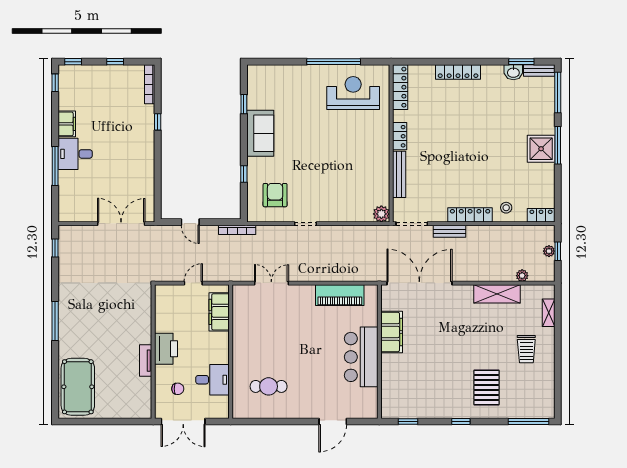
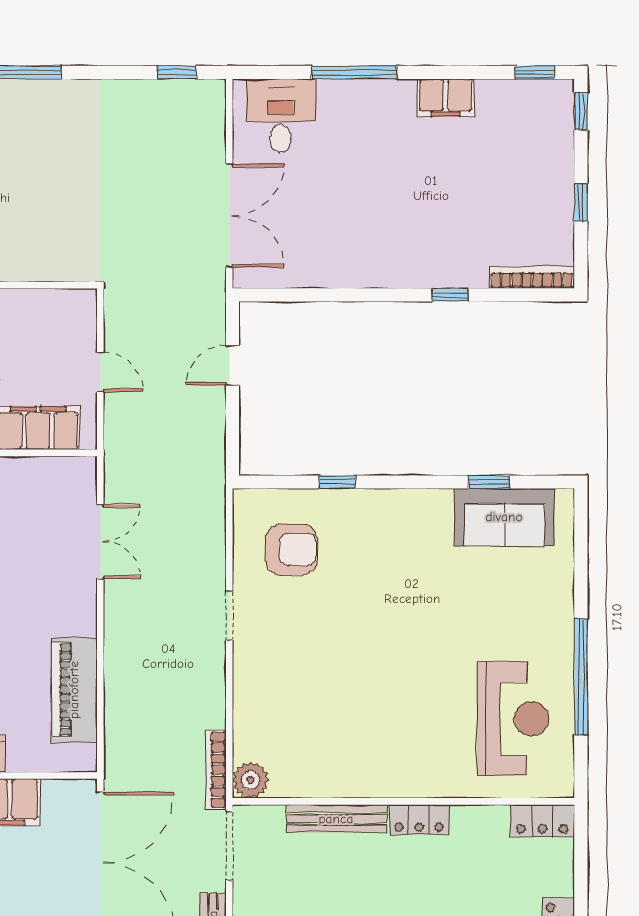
locker: (400, 87) -> (542, 821), width x0.66
sofa: (260, 133) -> (504, 517), moved
desk: (75, 154) -> (281, 116), moved
bookcase: (237, 230) -> (216, 770), moved

